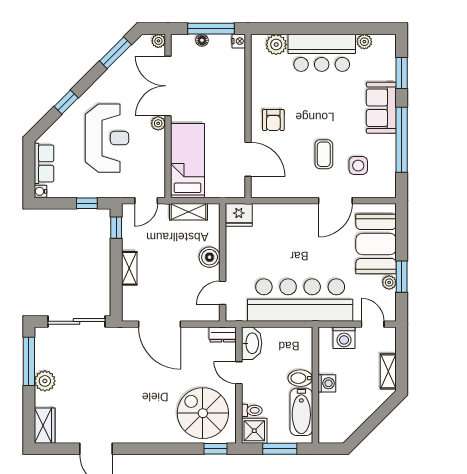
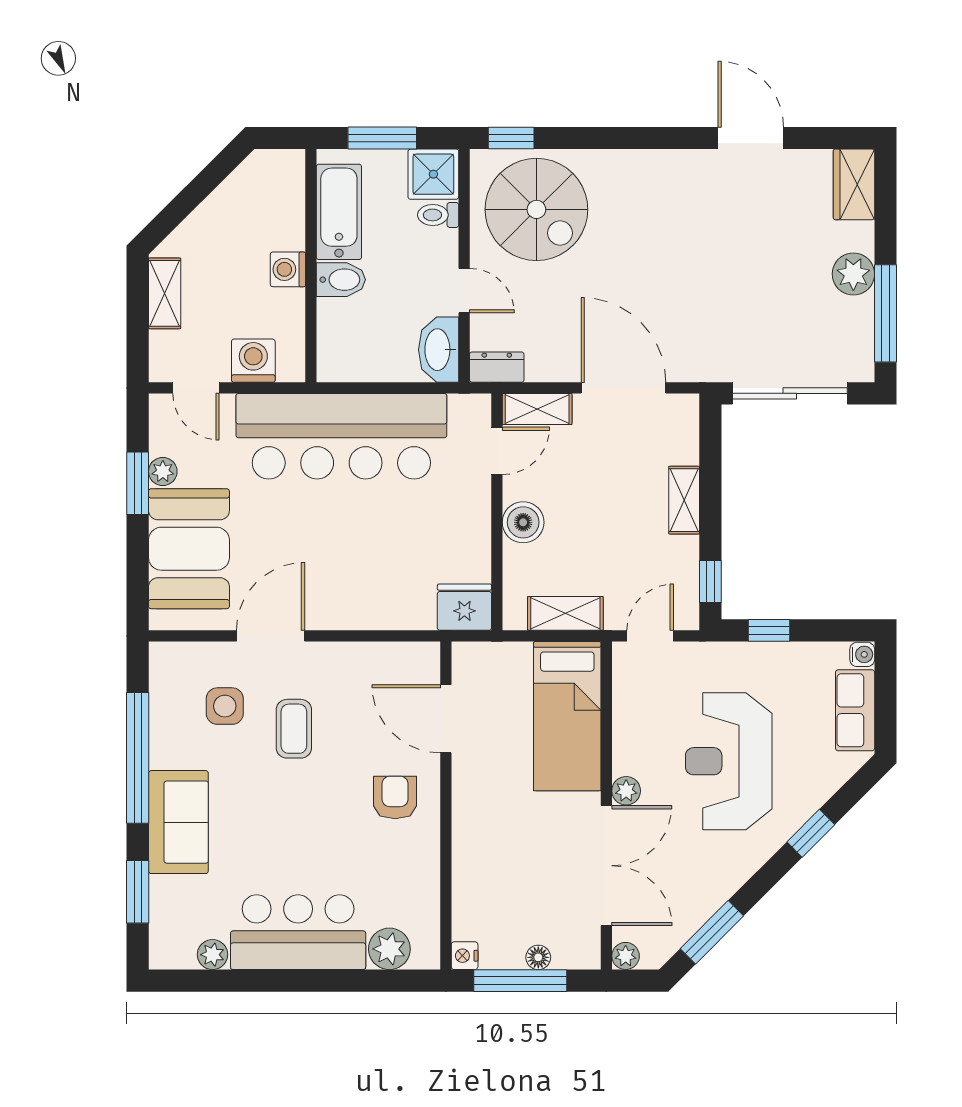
shelving: (203, 314) -> (537, 409), added

